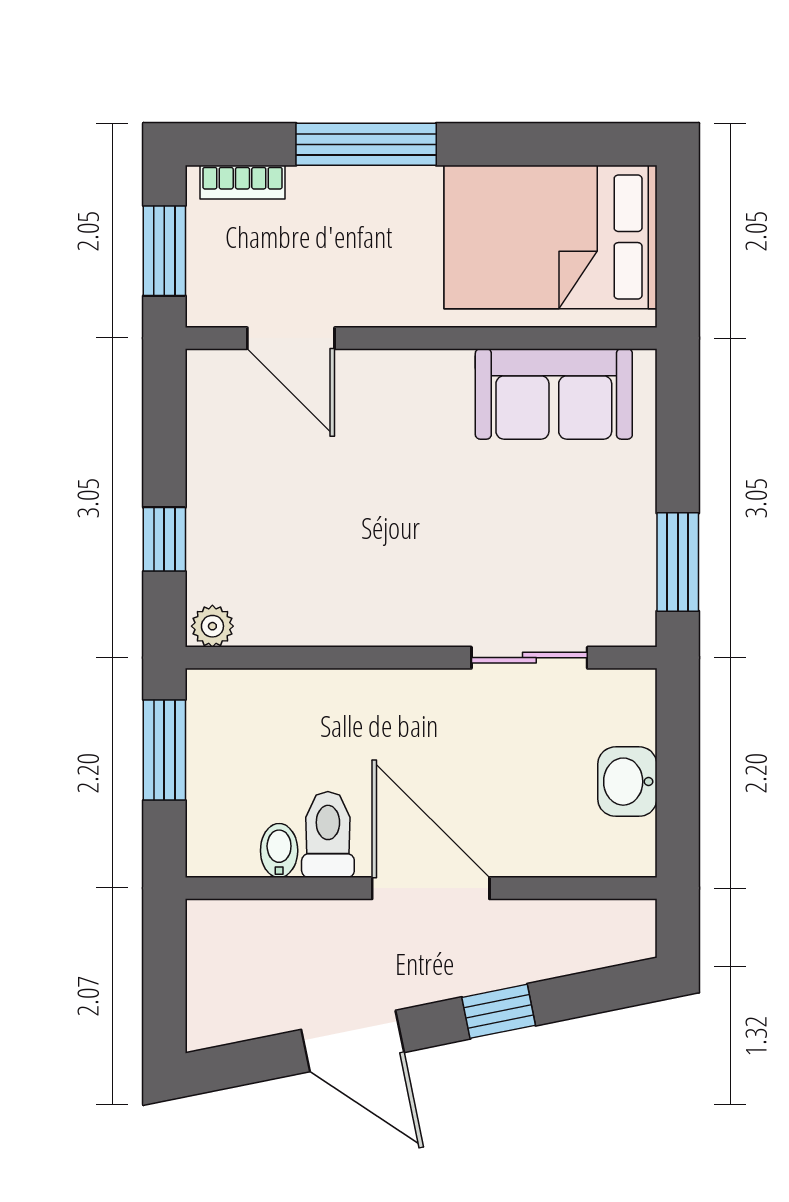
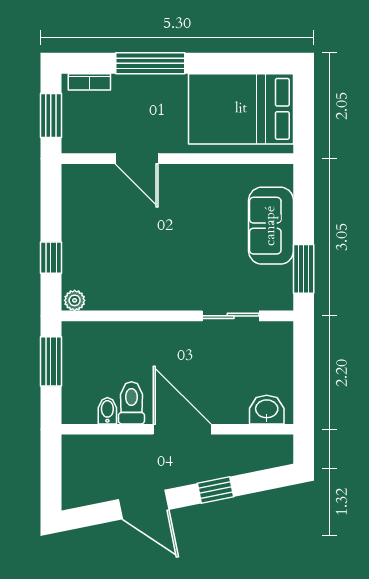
door: (291, 338) -> (137, 159), moved
sofa: (554, 394) -> (271, 226), moved, turned 90
washbasin: (627, 782) -> (267, 410), moved, turned 90

